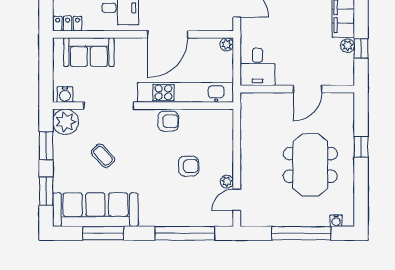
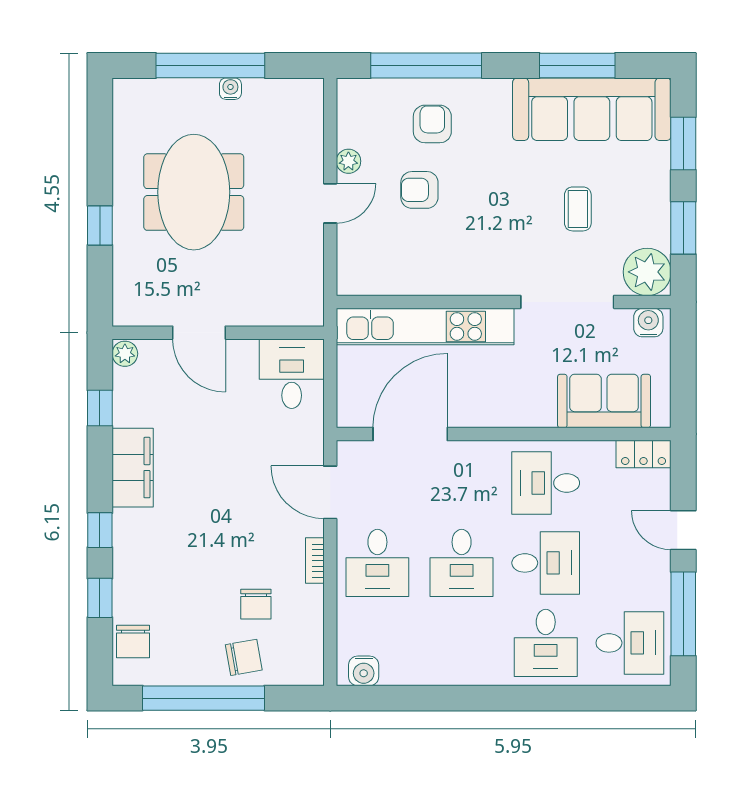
door: (167, 34) -> (410, 434), moved
plant: (227, 44) -> (349, 415), removed
plant: (348, 46) -> (125, 354), moved
door: (308, 89) -> (199, 333), swing flipped
armchair: (168, 121) -> (432, 124), moved, turned 90
coffee table: (103, 156) -> (578, 209), turned 43
door: (237, 200) -> (330, 203), moved
water cooler: (336, 221) -> (230, 89), moved

